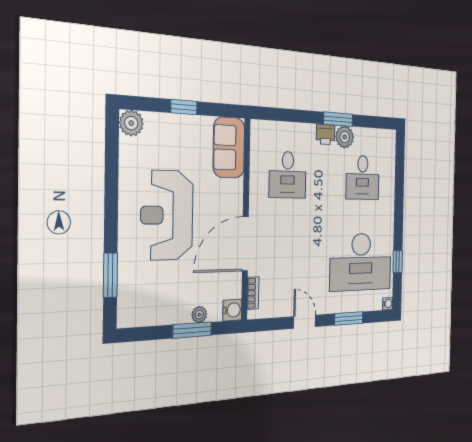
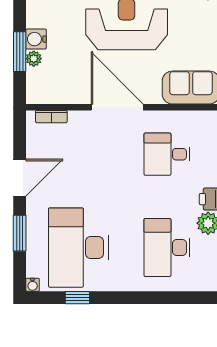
desk: (363, 177) -> (167, 248), width x1.37
door: (245, 244) -> (117, 107), moved
water cooler: (232, 310) -> (36, 39), moved, turned 90
door: (305, 322) -> (20, 178), width x1.38

